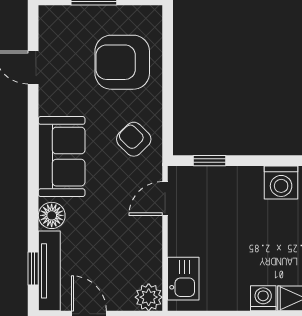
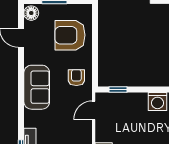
armchair: (134, 139) -> (76, 78), turned 45
floor lamp: (52, 215) -> (31, 13), moved

